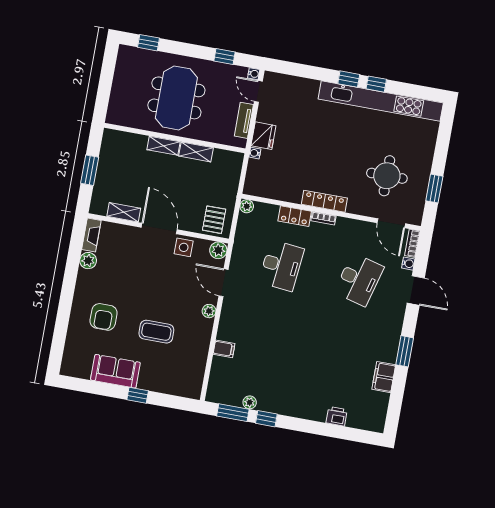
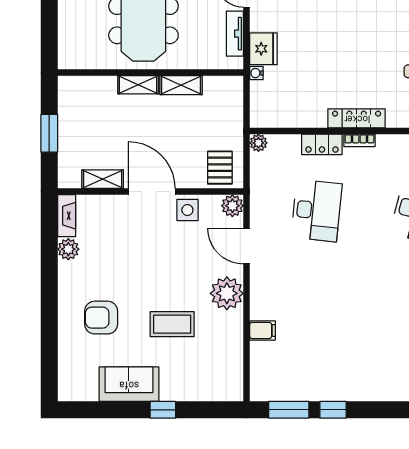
plant: (209, 311) -> (227, 293), width x1.88, depth x1.88
armchair: (104, 317) -> (101, 318), turned 90
plant: (250, 402) -> (308, 393), removed

